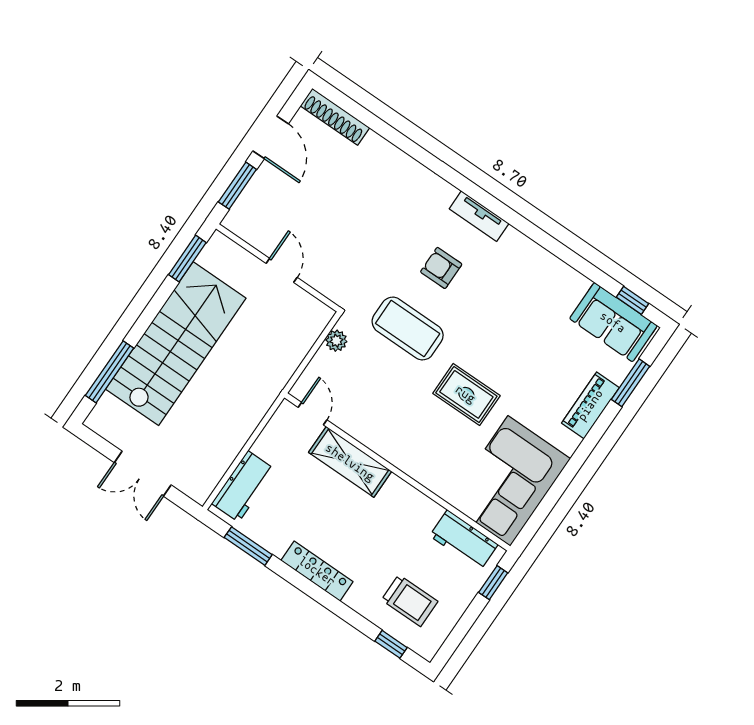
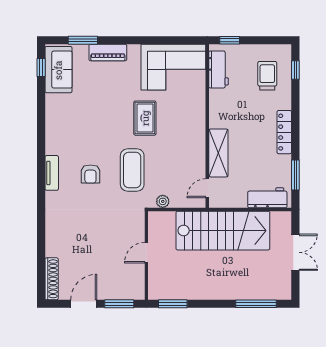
stairs: (176, 344) -> (223, 231), moved, turned 180

